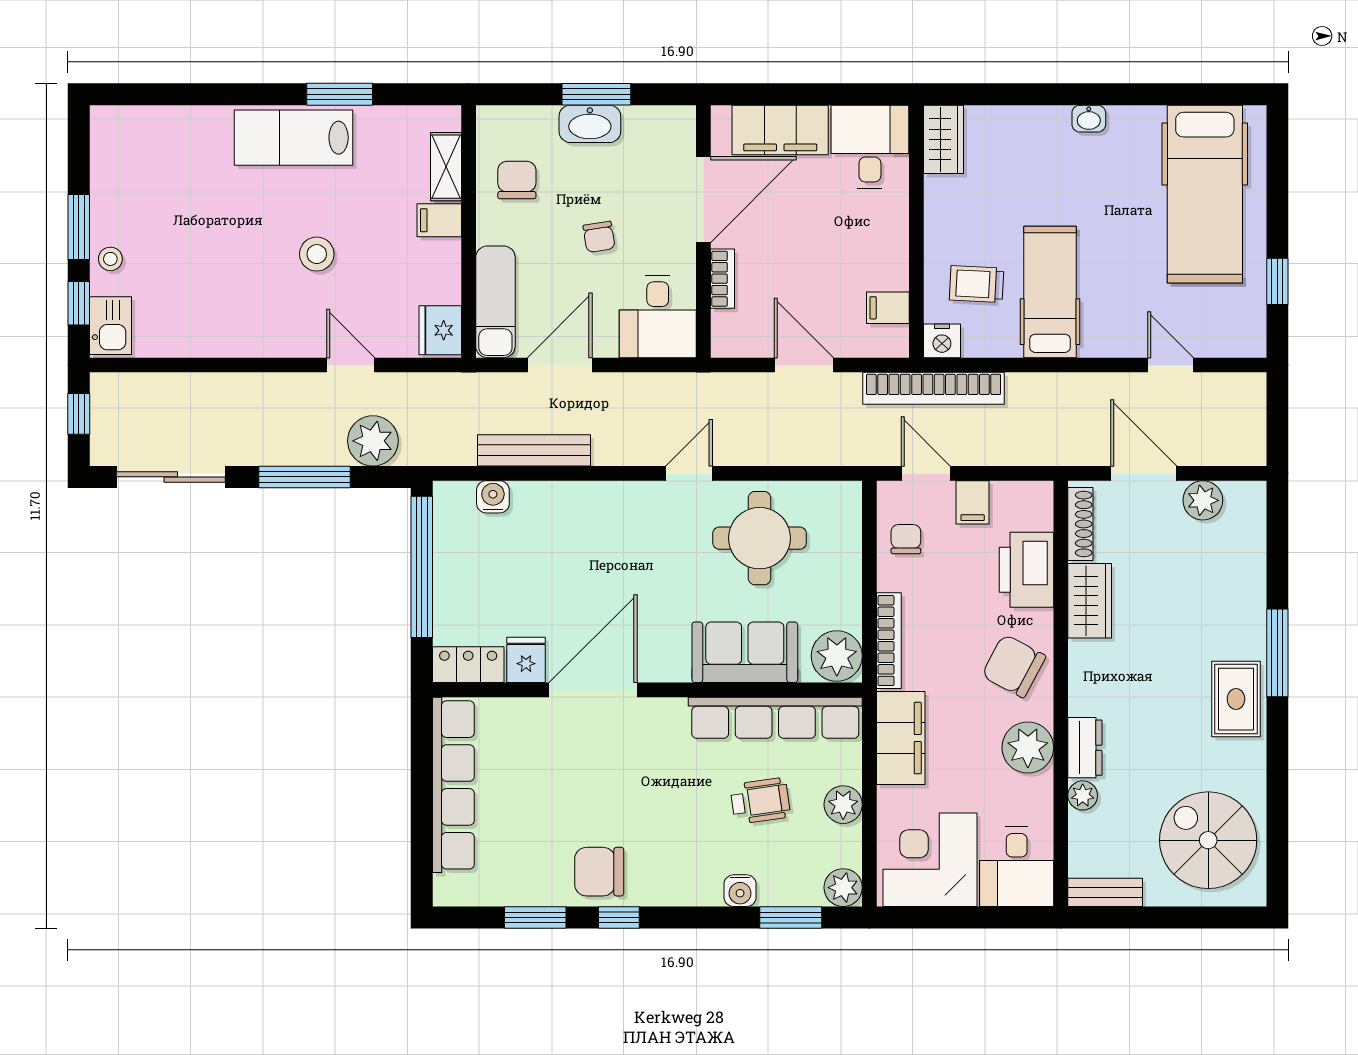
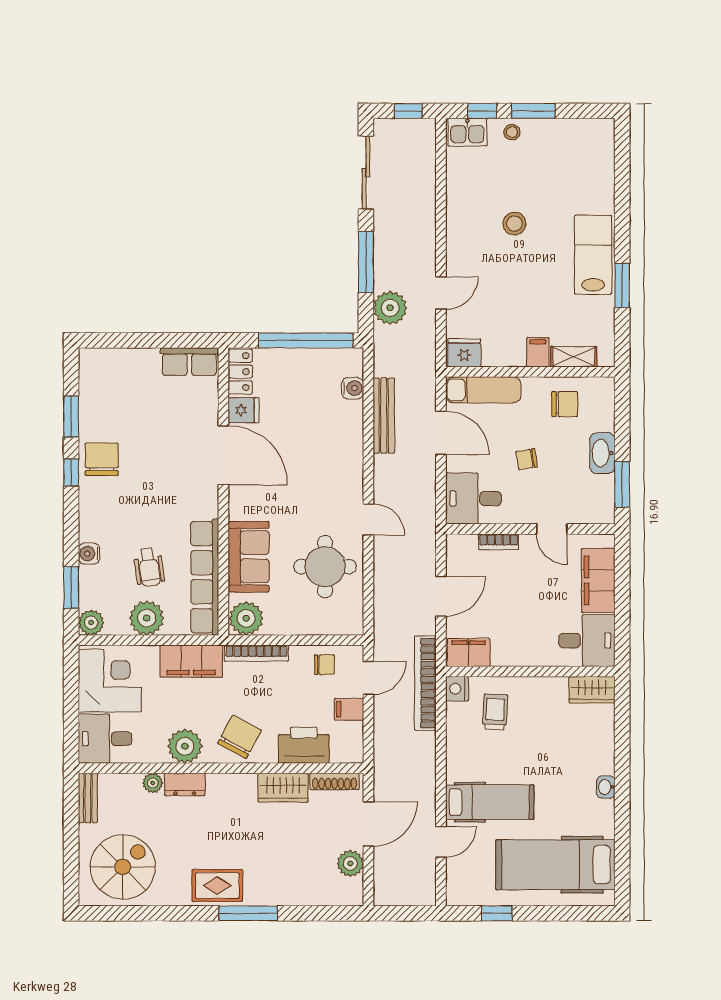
window: (596, 94) -> (622, 484), moved
door: (703, 200) -> (552, 529), width x0.53
stool: (317, 254) -> (514, 224), moved
hospital bed: (1050, 292) -> (490, 802), moved
filing cabinet: (888, 308) -> (469, 653), width x2.00
row of seats: (453, 785) -> (189, 362), width x0.50
plant: (843, 805) -> (147, 618), width x1.36, depth x1.36

